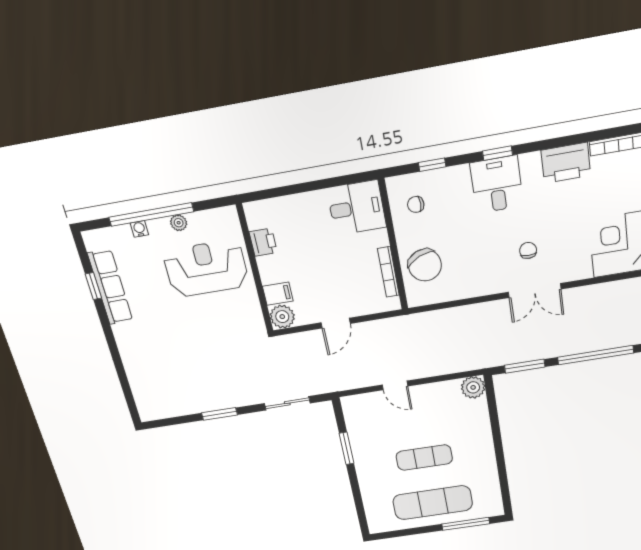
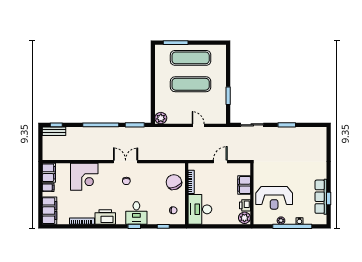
desk: (357, 208) -> (200, 209), width x1.37
filing cabinet: (278, 294) -> (244, 185), width x2.00
plant: (282, 317) -> (244, 218), moved
exercise mat: (424, 458) -> (191, 84), width x1.36, depth x1.45

